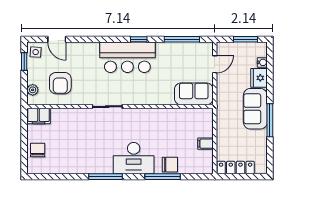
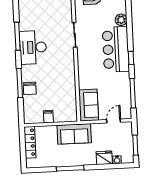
plant: (92, 49) -> (121, 20), added
door: (215, 64) -> (114, 121), swing flipped
sofa: (255, 109) -> (74, 134), moved, turned 180
desk: (134, 158) -> (33, 47), moved

